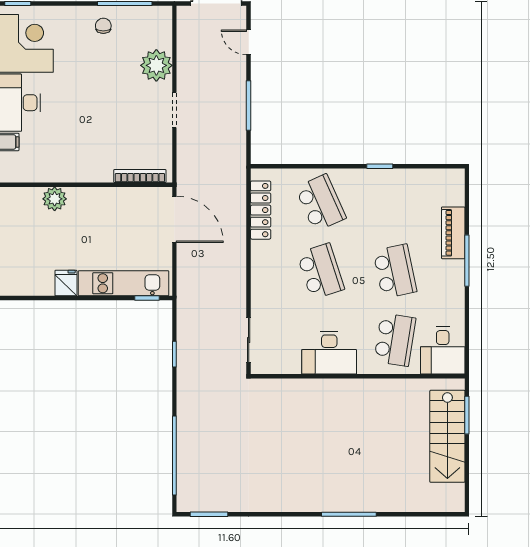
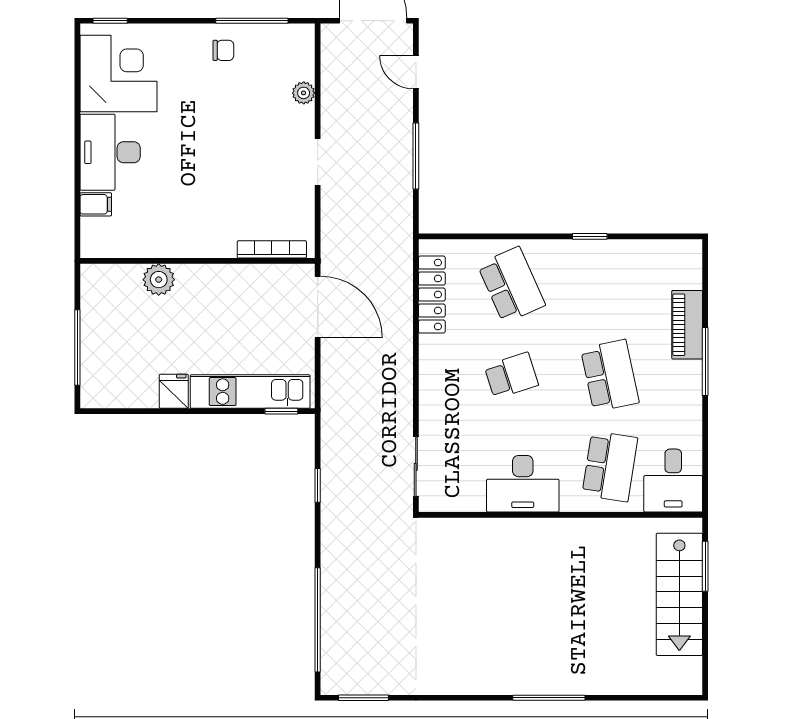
chair: (103, 26) -> (223, 50), turned 90
plant: (156, 65) -> (304, 93), width x0.53, depth x0.53
school desk: (321, 271) -> (511, 376), width x0.54

